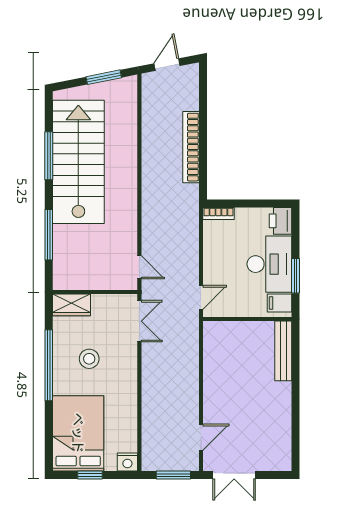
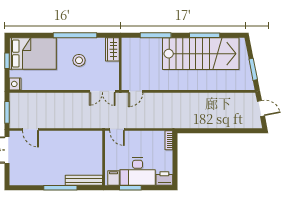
bookcase: (191, 147) -> (210, 123), removed
window: (295, 389) -> (60, 188), added

